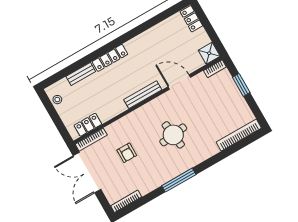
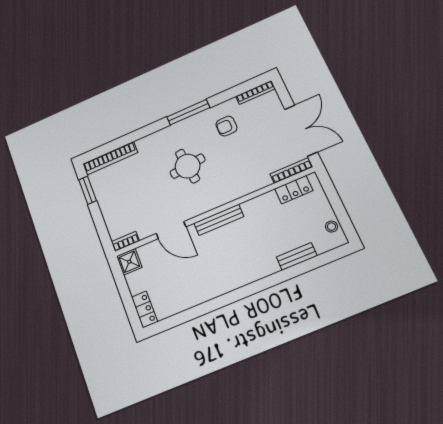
locker: (110, 58) -> (256, 273), removed
window: (241, 85) -> (88, 190), moved
armchair: (127, 153) -> (226, 126), moved, turned -90

